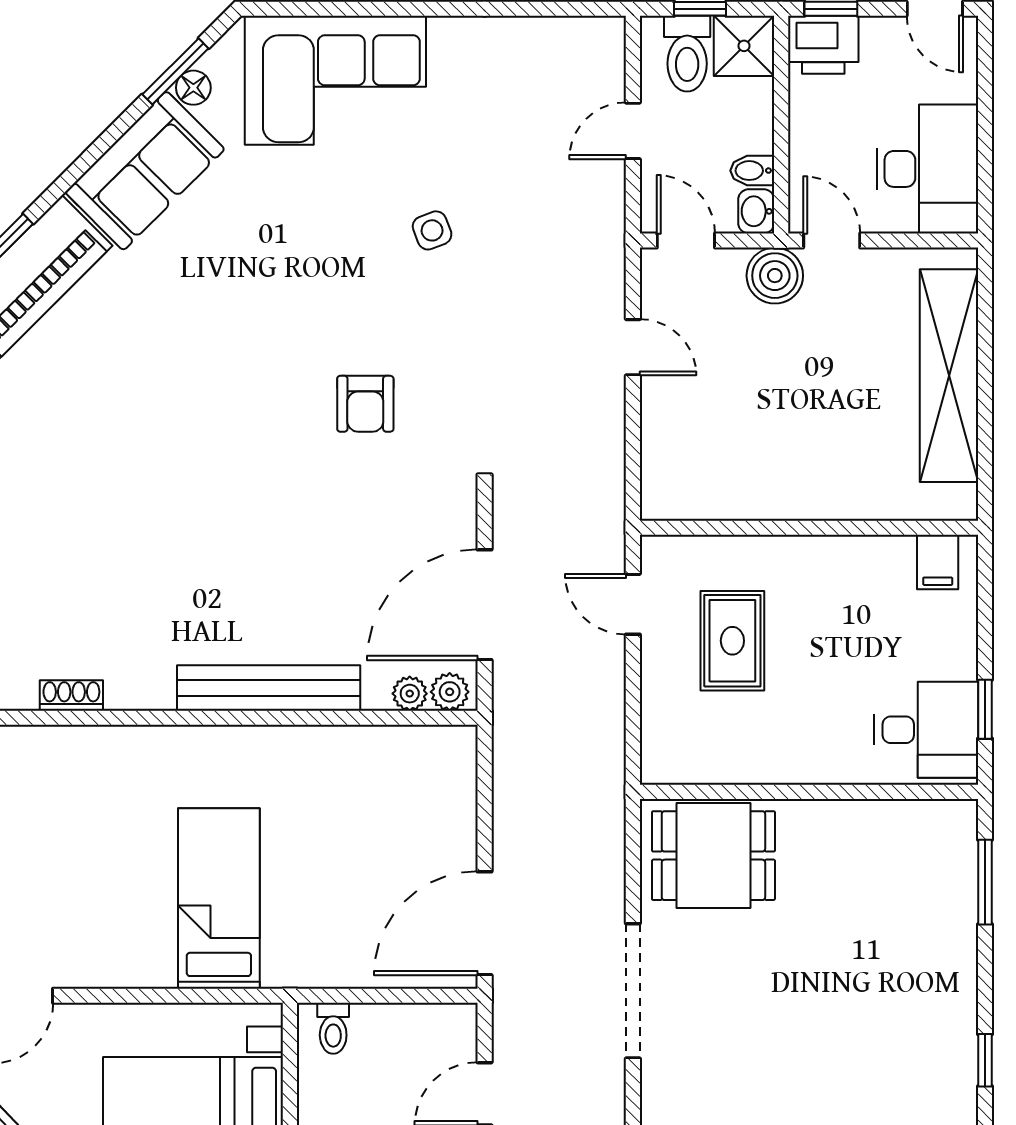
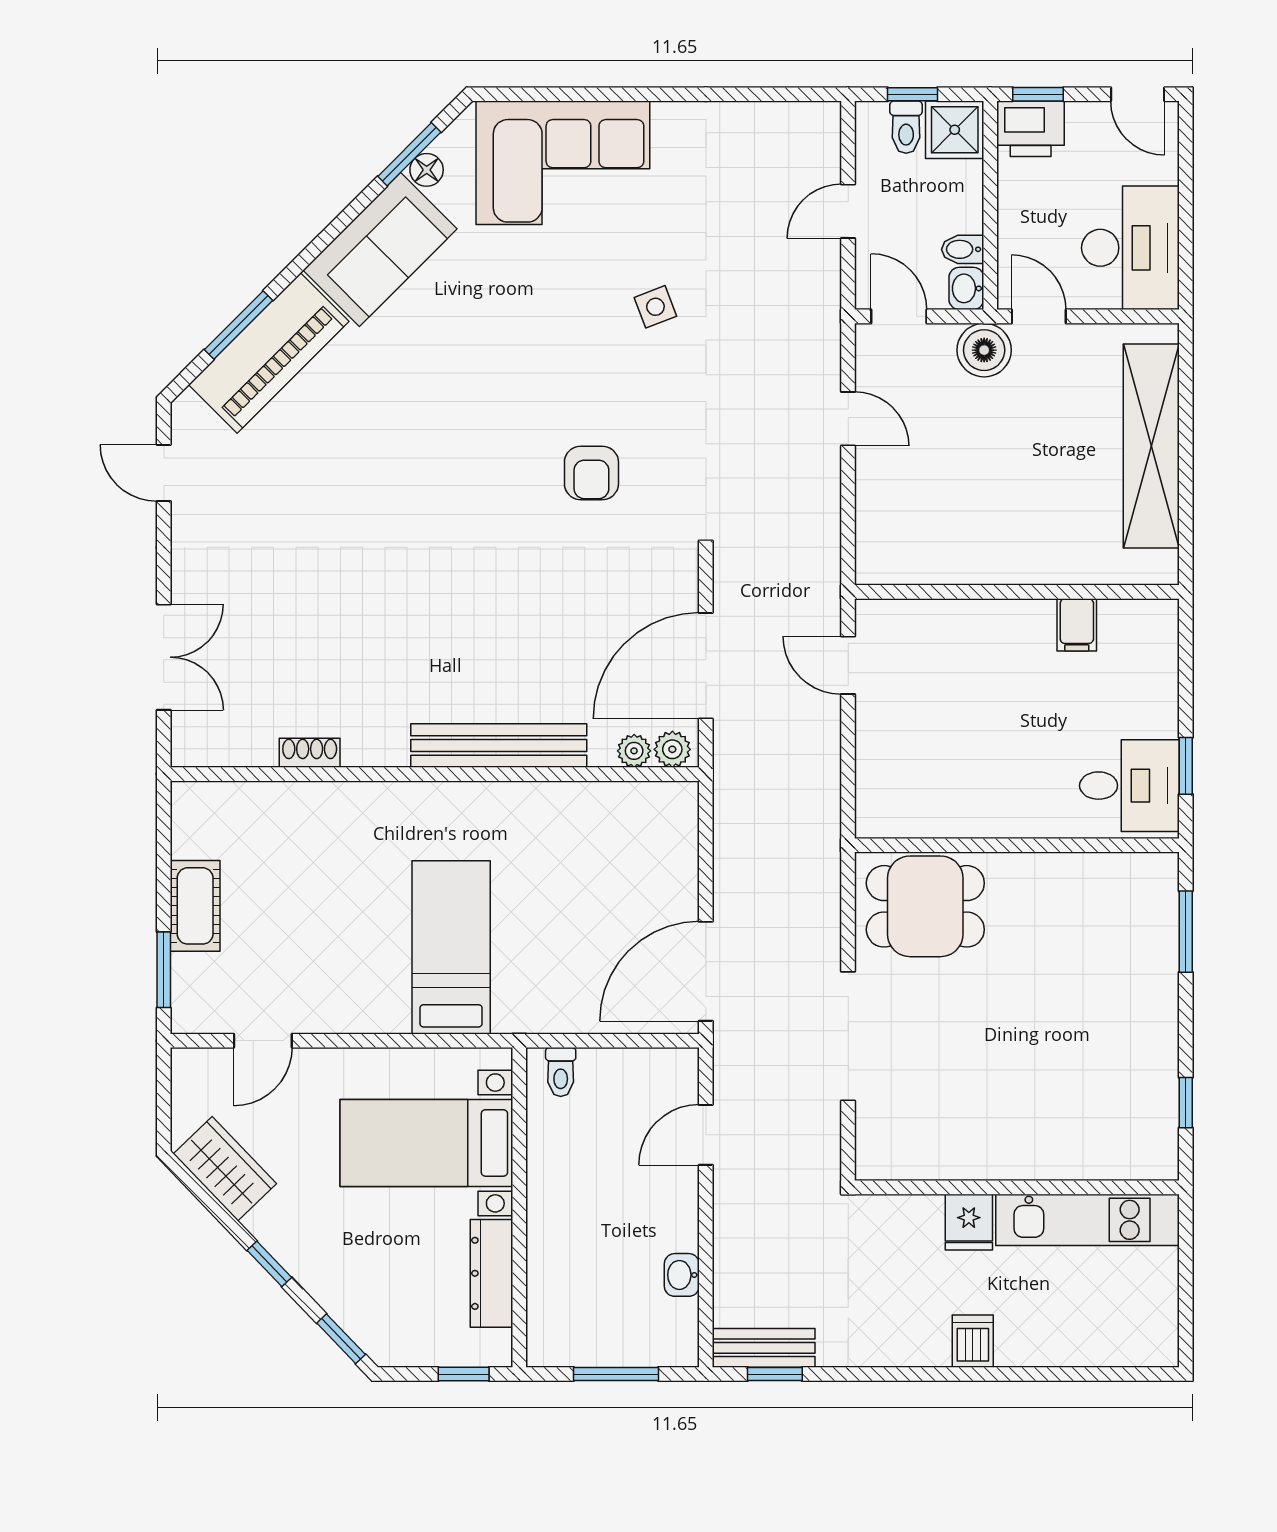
toilet: (687, 54) -> (906, 127), width x0.73, depth x0.72
filing cabinet: (938, 562) -> (1077, 625), moved
rug: (732, 641) -> (943, 700), removed

